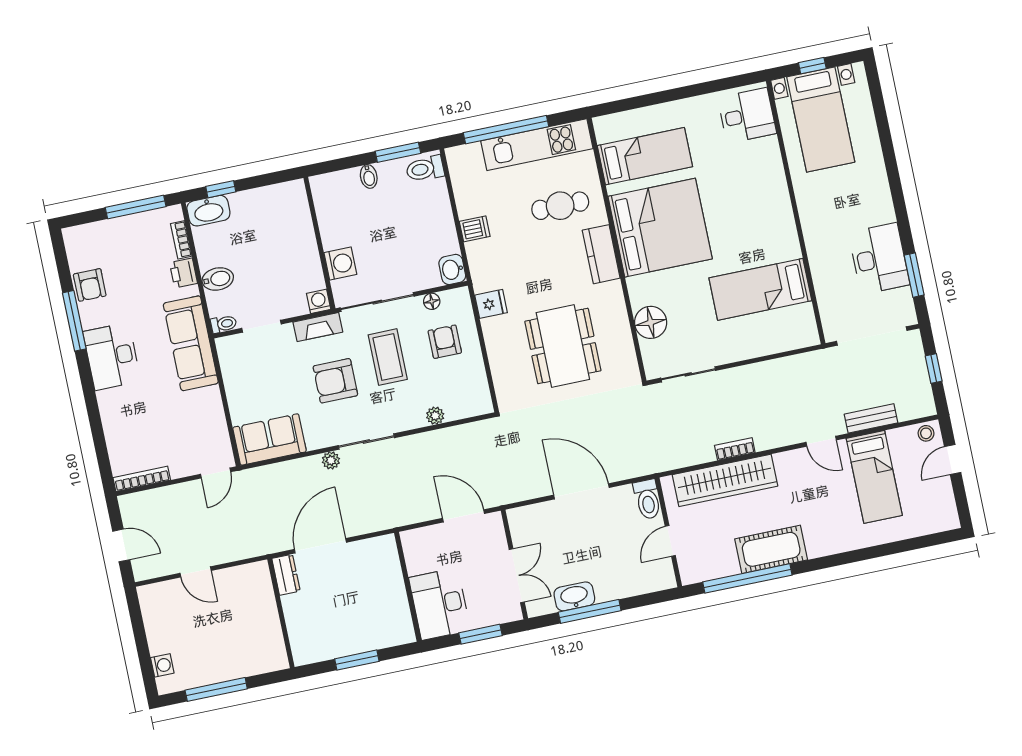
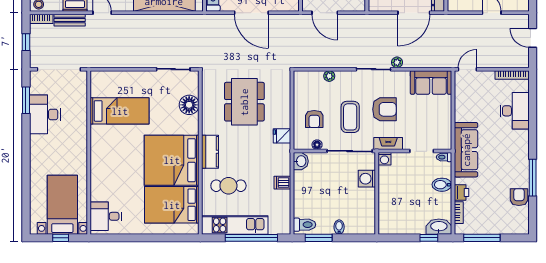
bed: (645, 156) -> (172, 205), width x1.50
desk: (112, 356) -> (515, 111), moved
bookcase: (735, 449) -> (41, 19), moved

